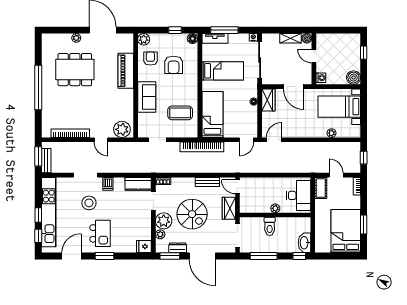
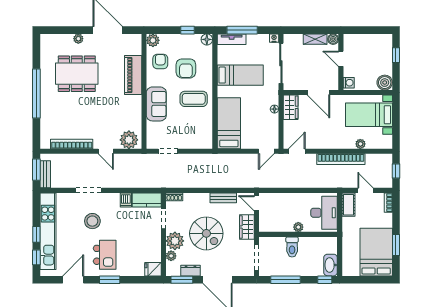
coffee table: (180, 113) -> (194, 99), moved
bookcase: (202, 147) -> (341, 159), moved
dishwasher: (108, 184) -> (126, 200), moved

